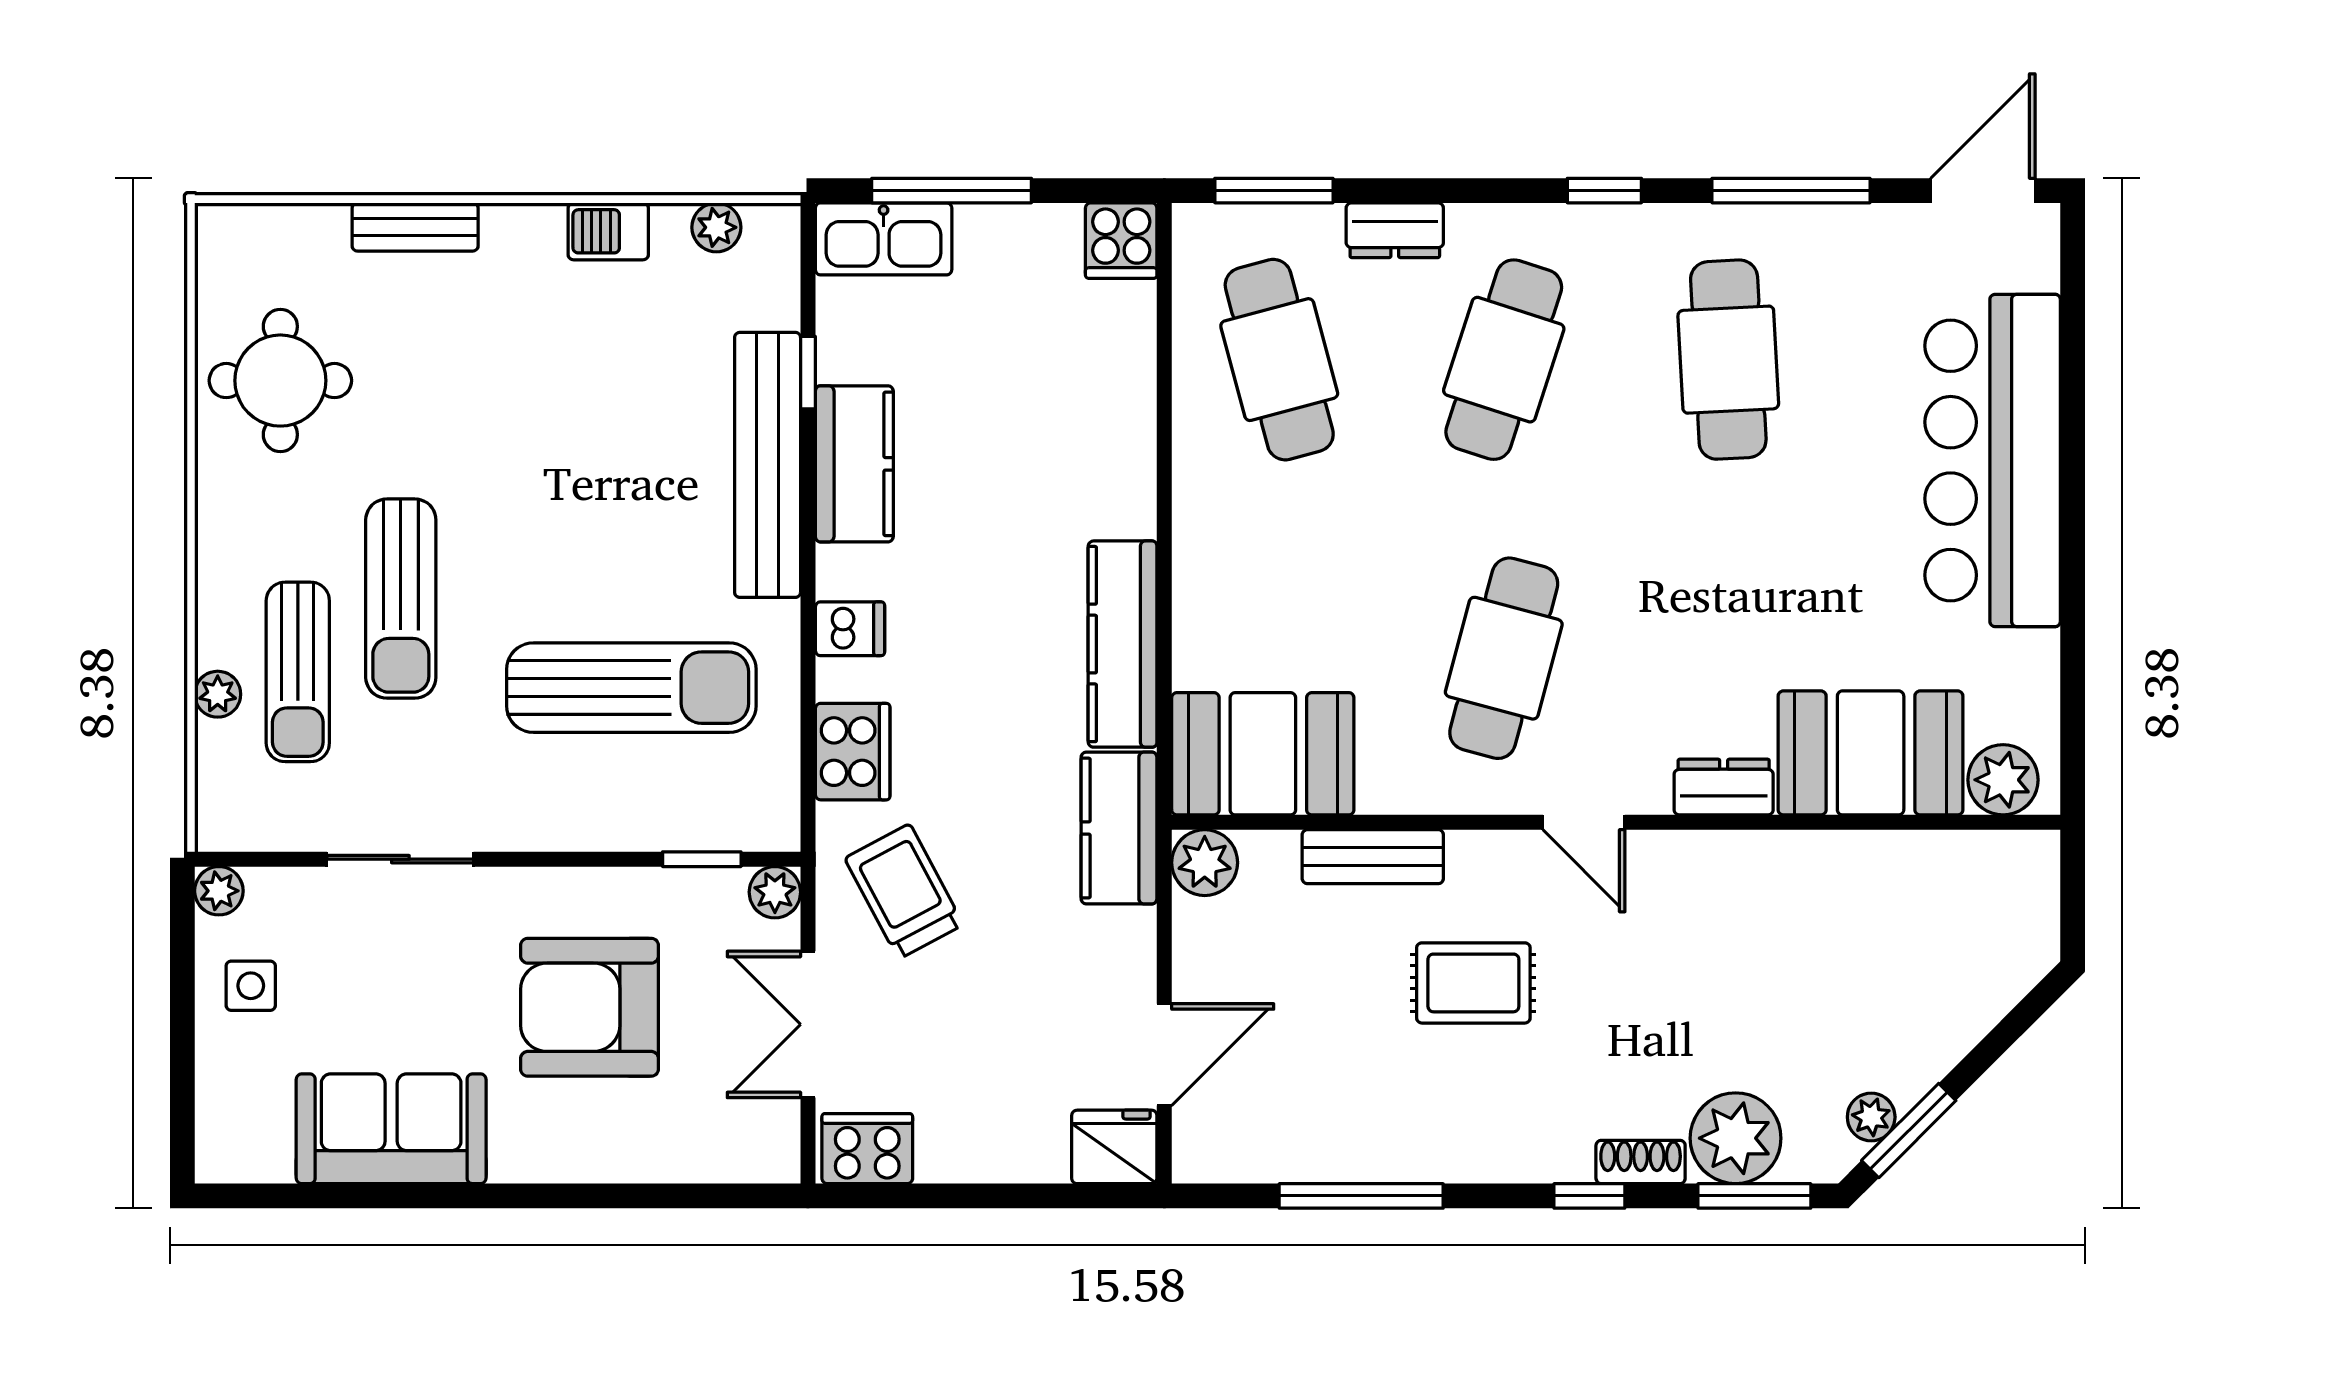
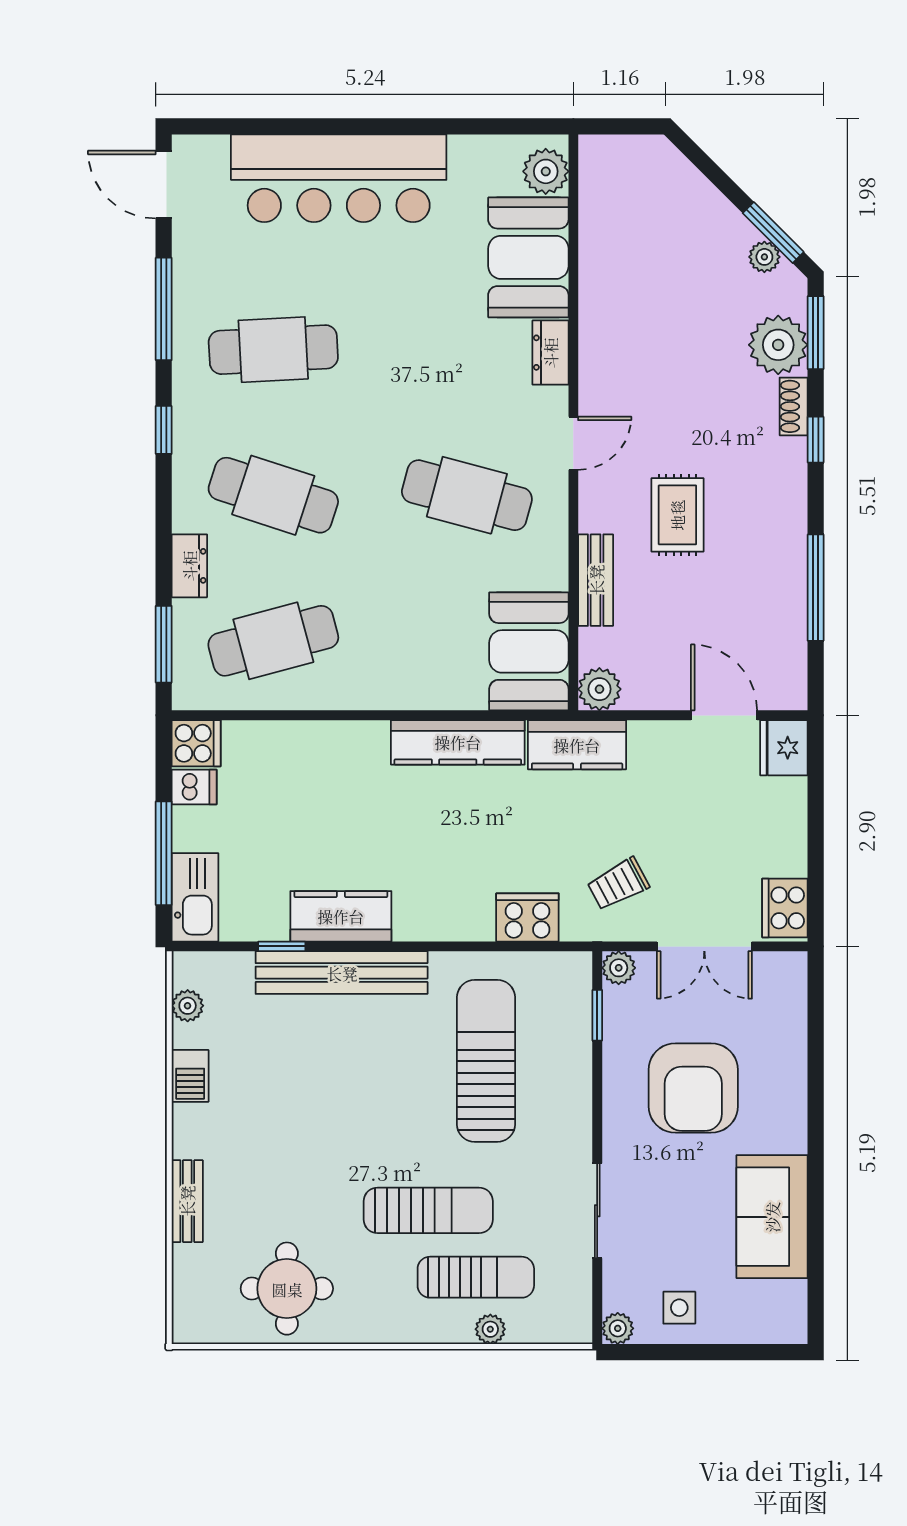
dishwasher: (850, 629) -> (194, 787), moved, turned 90
trolley: (904, 891) -> (618, 884), width x0.73, depth x0.72

